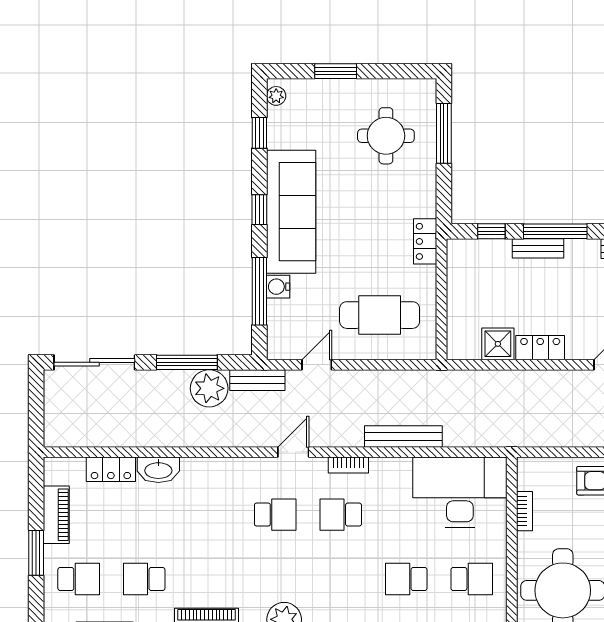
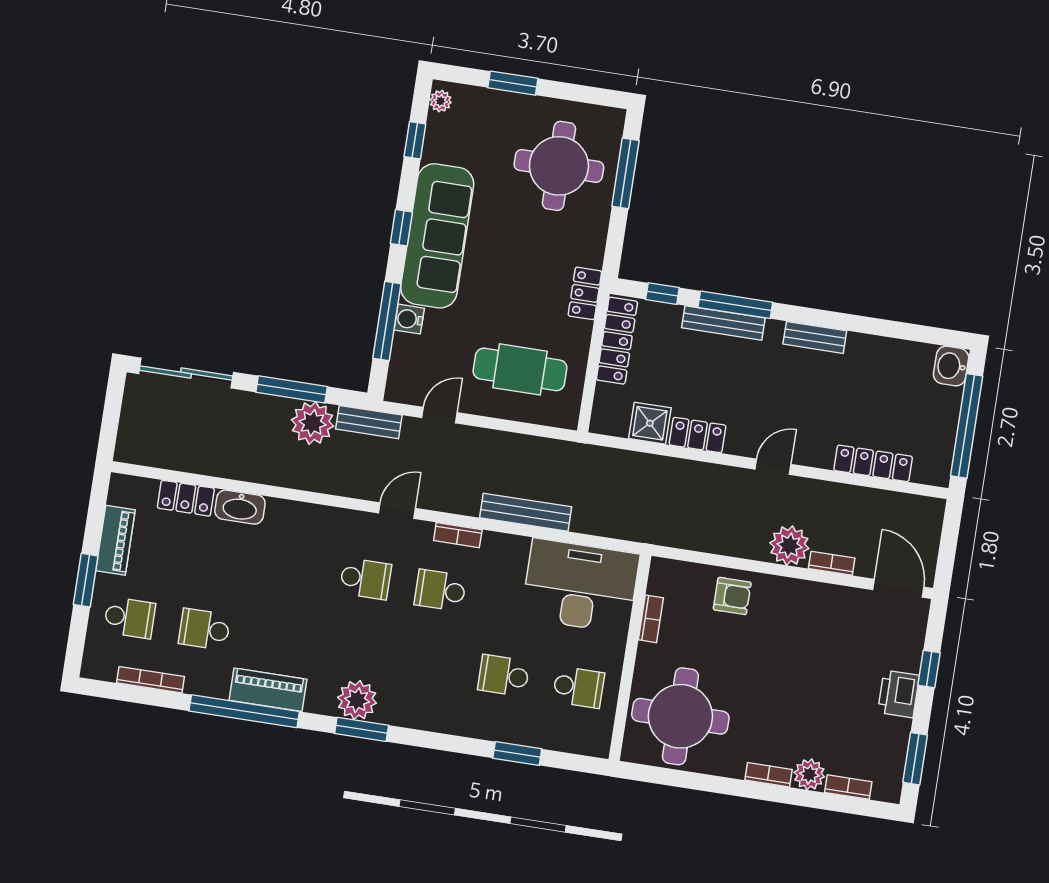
round table: (386, 136) -> (559, 166), width x1.36, depth x1.36
bench: (538, 248) -> (723, 323), width x1.36
locker: (459, 278) -> (617, 341), added

